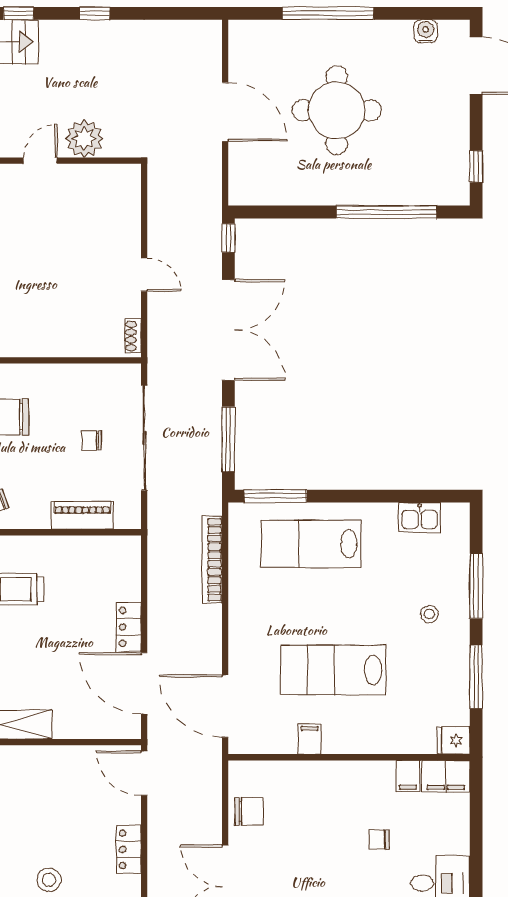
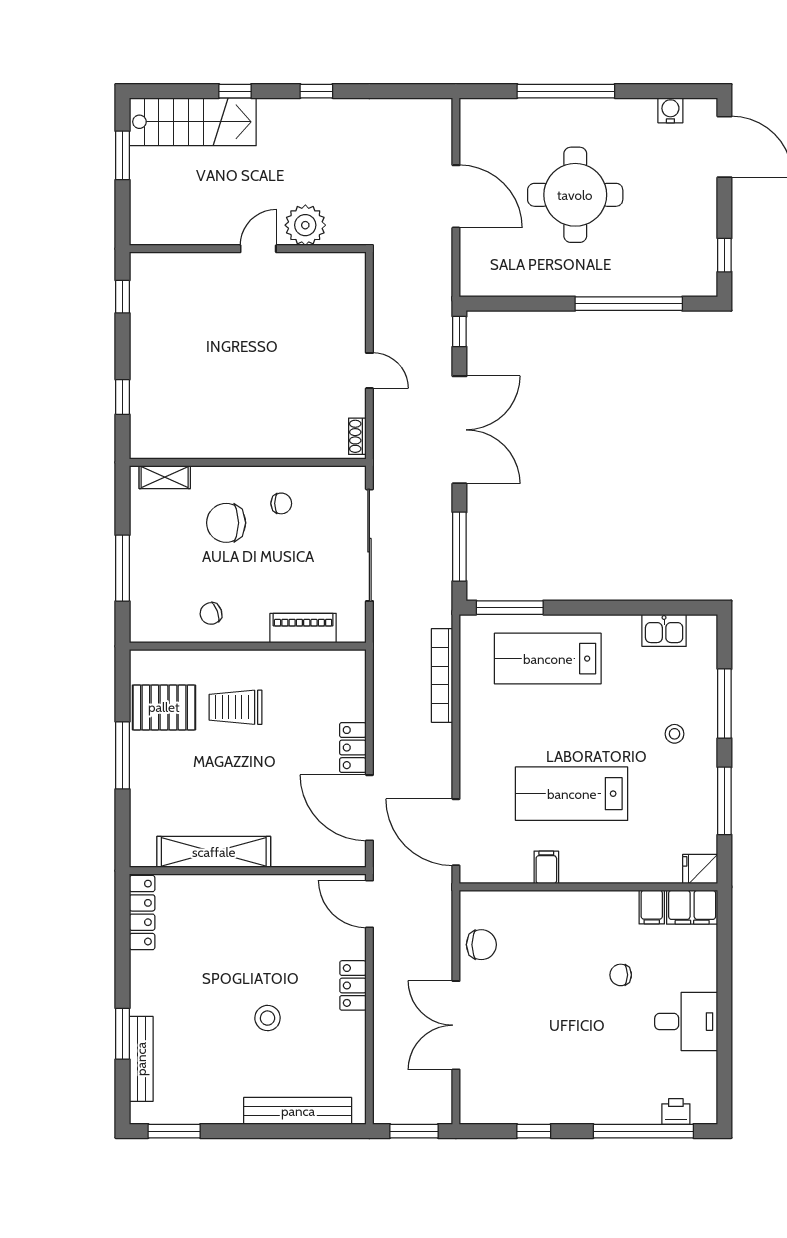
chair: (92, 440) -> (281, 503), moved, turned 180

